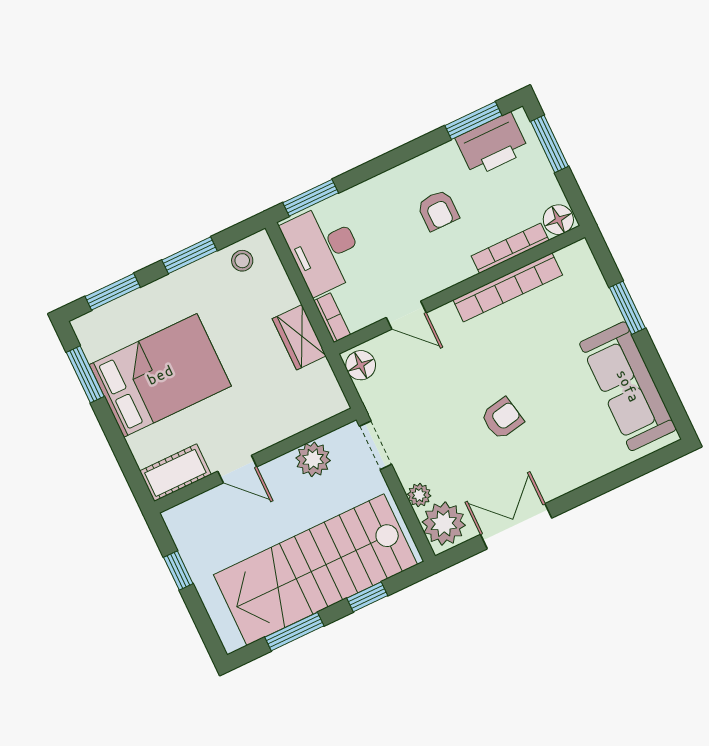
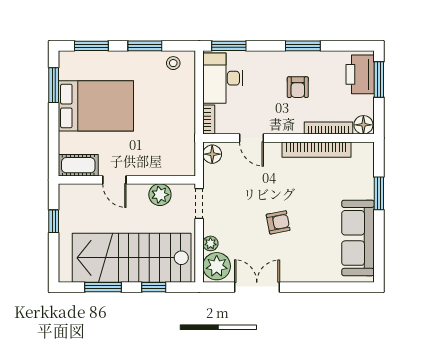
window: (473, 120) -> (303, 46), moved
printer: (492, 145) -> (360, 74), moved, turned 90
wardrobe: (299, 337) -> (185, 122), removed

